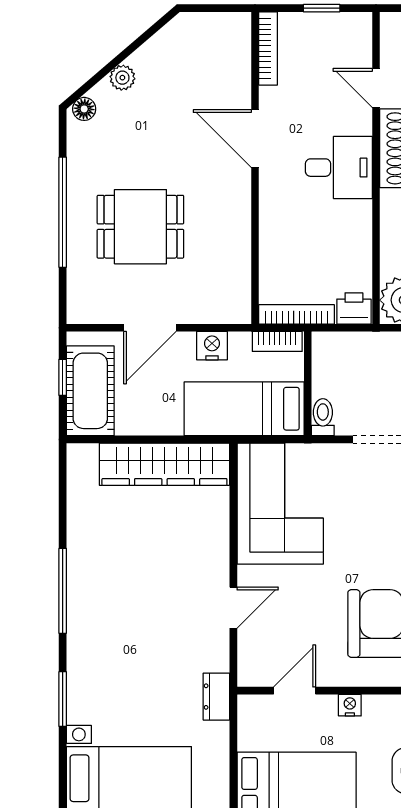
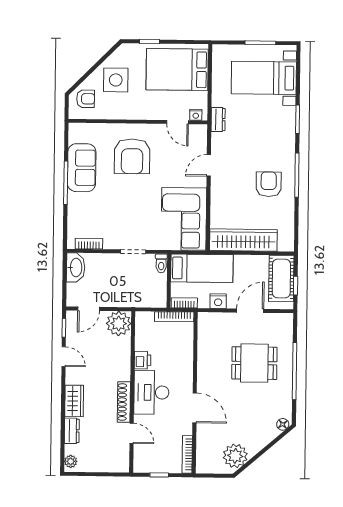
plant: (122, 78) -> (235, 456), moved, width x1.88, depth x1.88
desk: (339, 168) -> (151, 392), width x1.37
printer: (354, 308) -> (143, 360), moved, turned -90
armchair: (117, 573) -> (269, 184), added
door: (295, 691) -> (178, 122), hinge flipped
nightstand: (350, 705) -> (196, 115), moved

